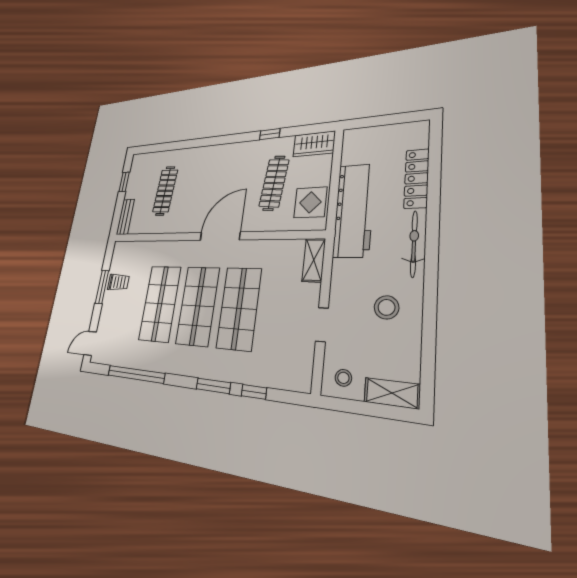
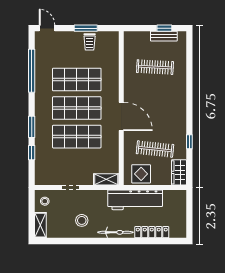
bench: (125, 217) -> (164, 36), moved

